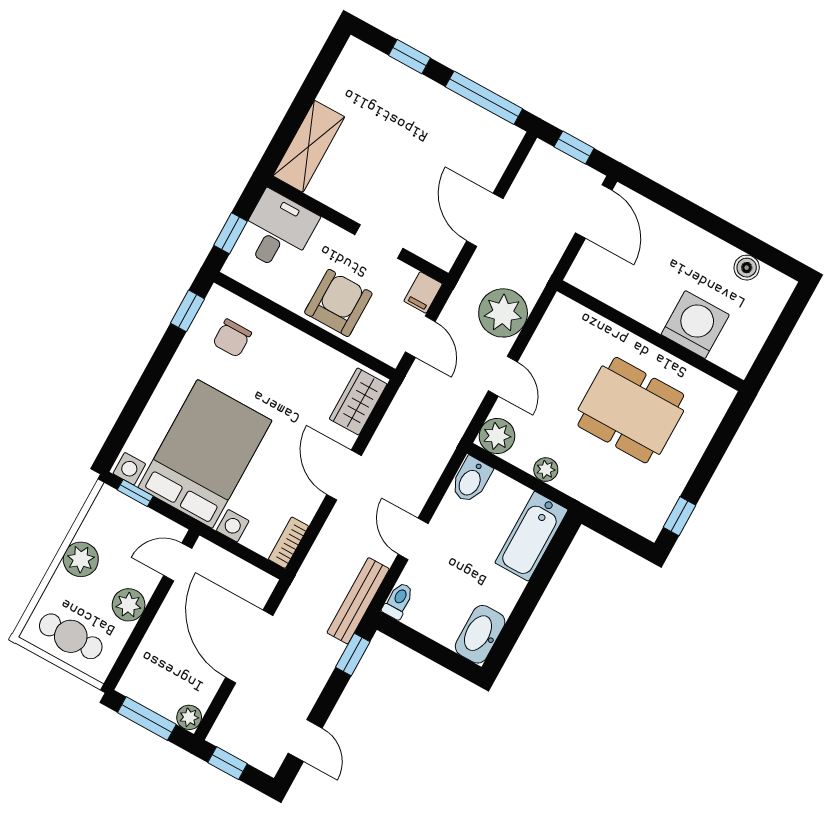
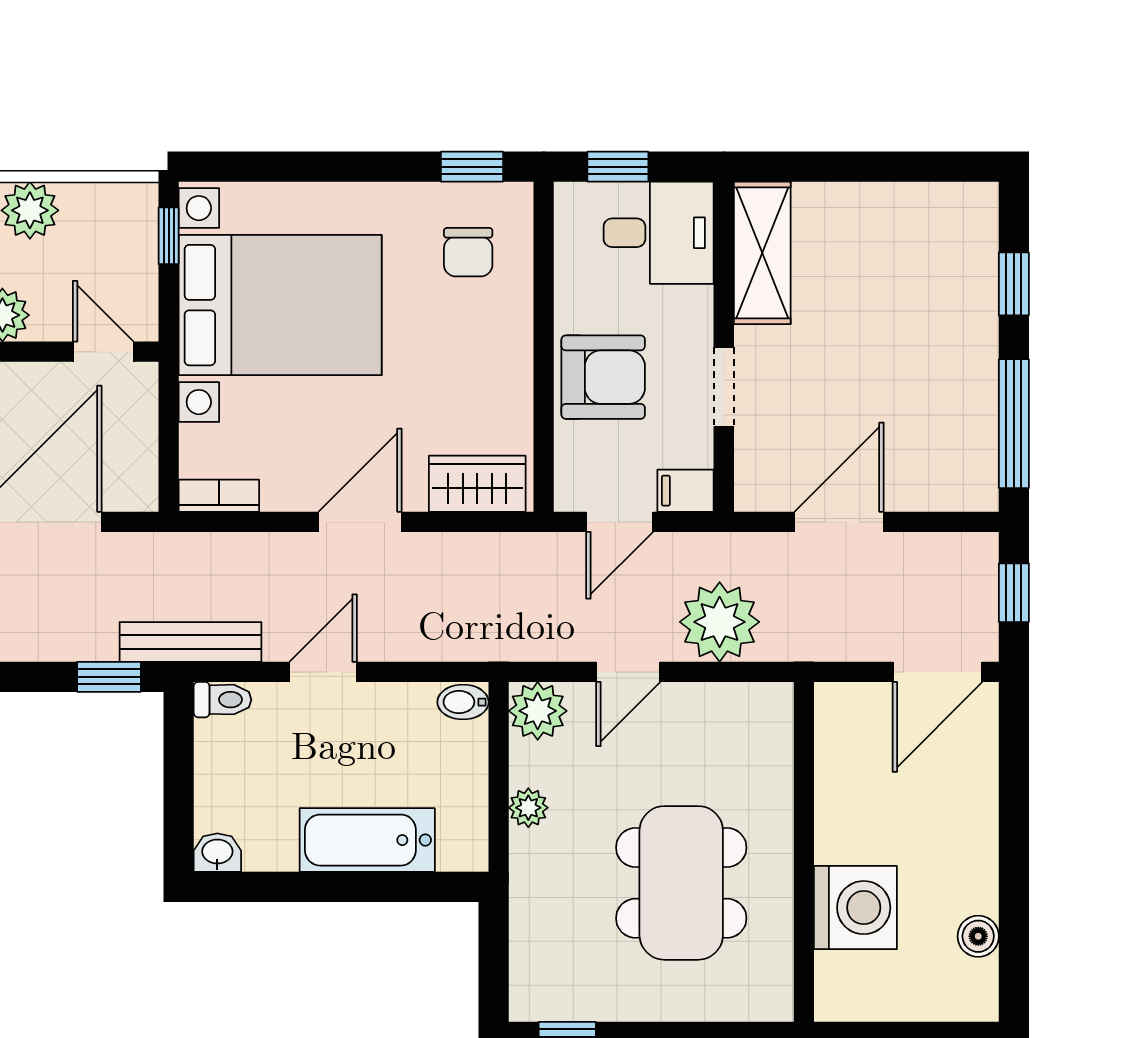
shelving: (309, 146) -> (762, 253), moved, turned 90
chair: (232, 338) -> (468, 252), turned -90
bidet: (471, 480) -> (463, 702), width x0.72, depth x0.74
bathtub: (531, 536) -> (367, 840), moved
washbasin: (480, 634) -> (217, 853), width x0.52, depth x0.69

